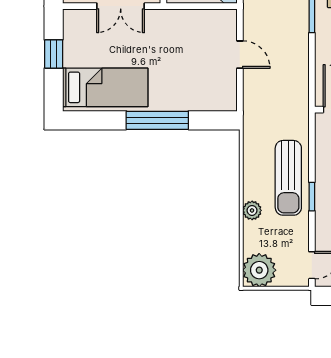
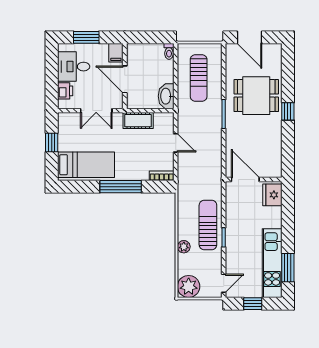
cot: (183, 21) -> (138, 121), added
bookcase: (219, 104) -> (162, 176), added
sun lounger: (288, 178) -> (208, 225), turned 180

